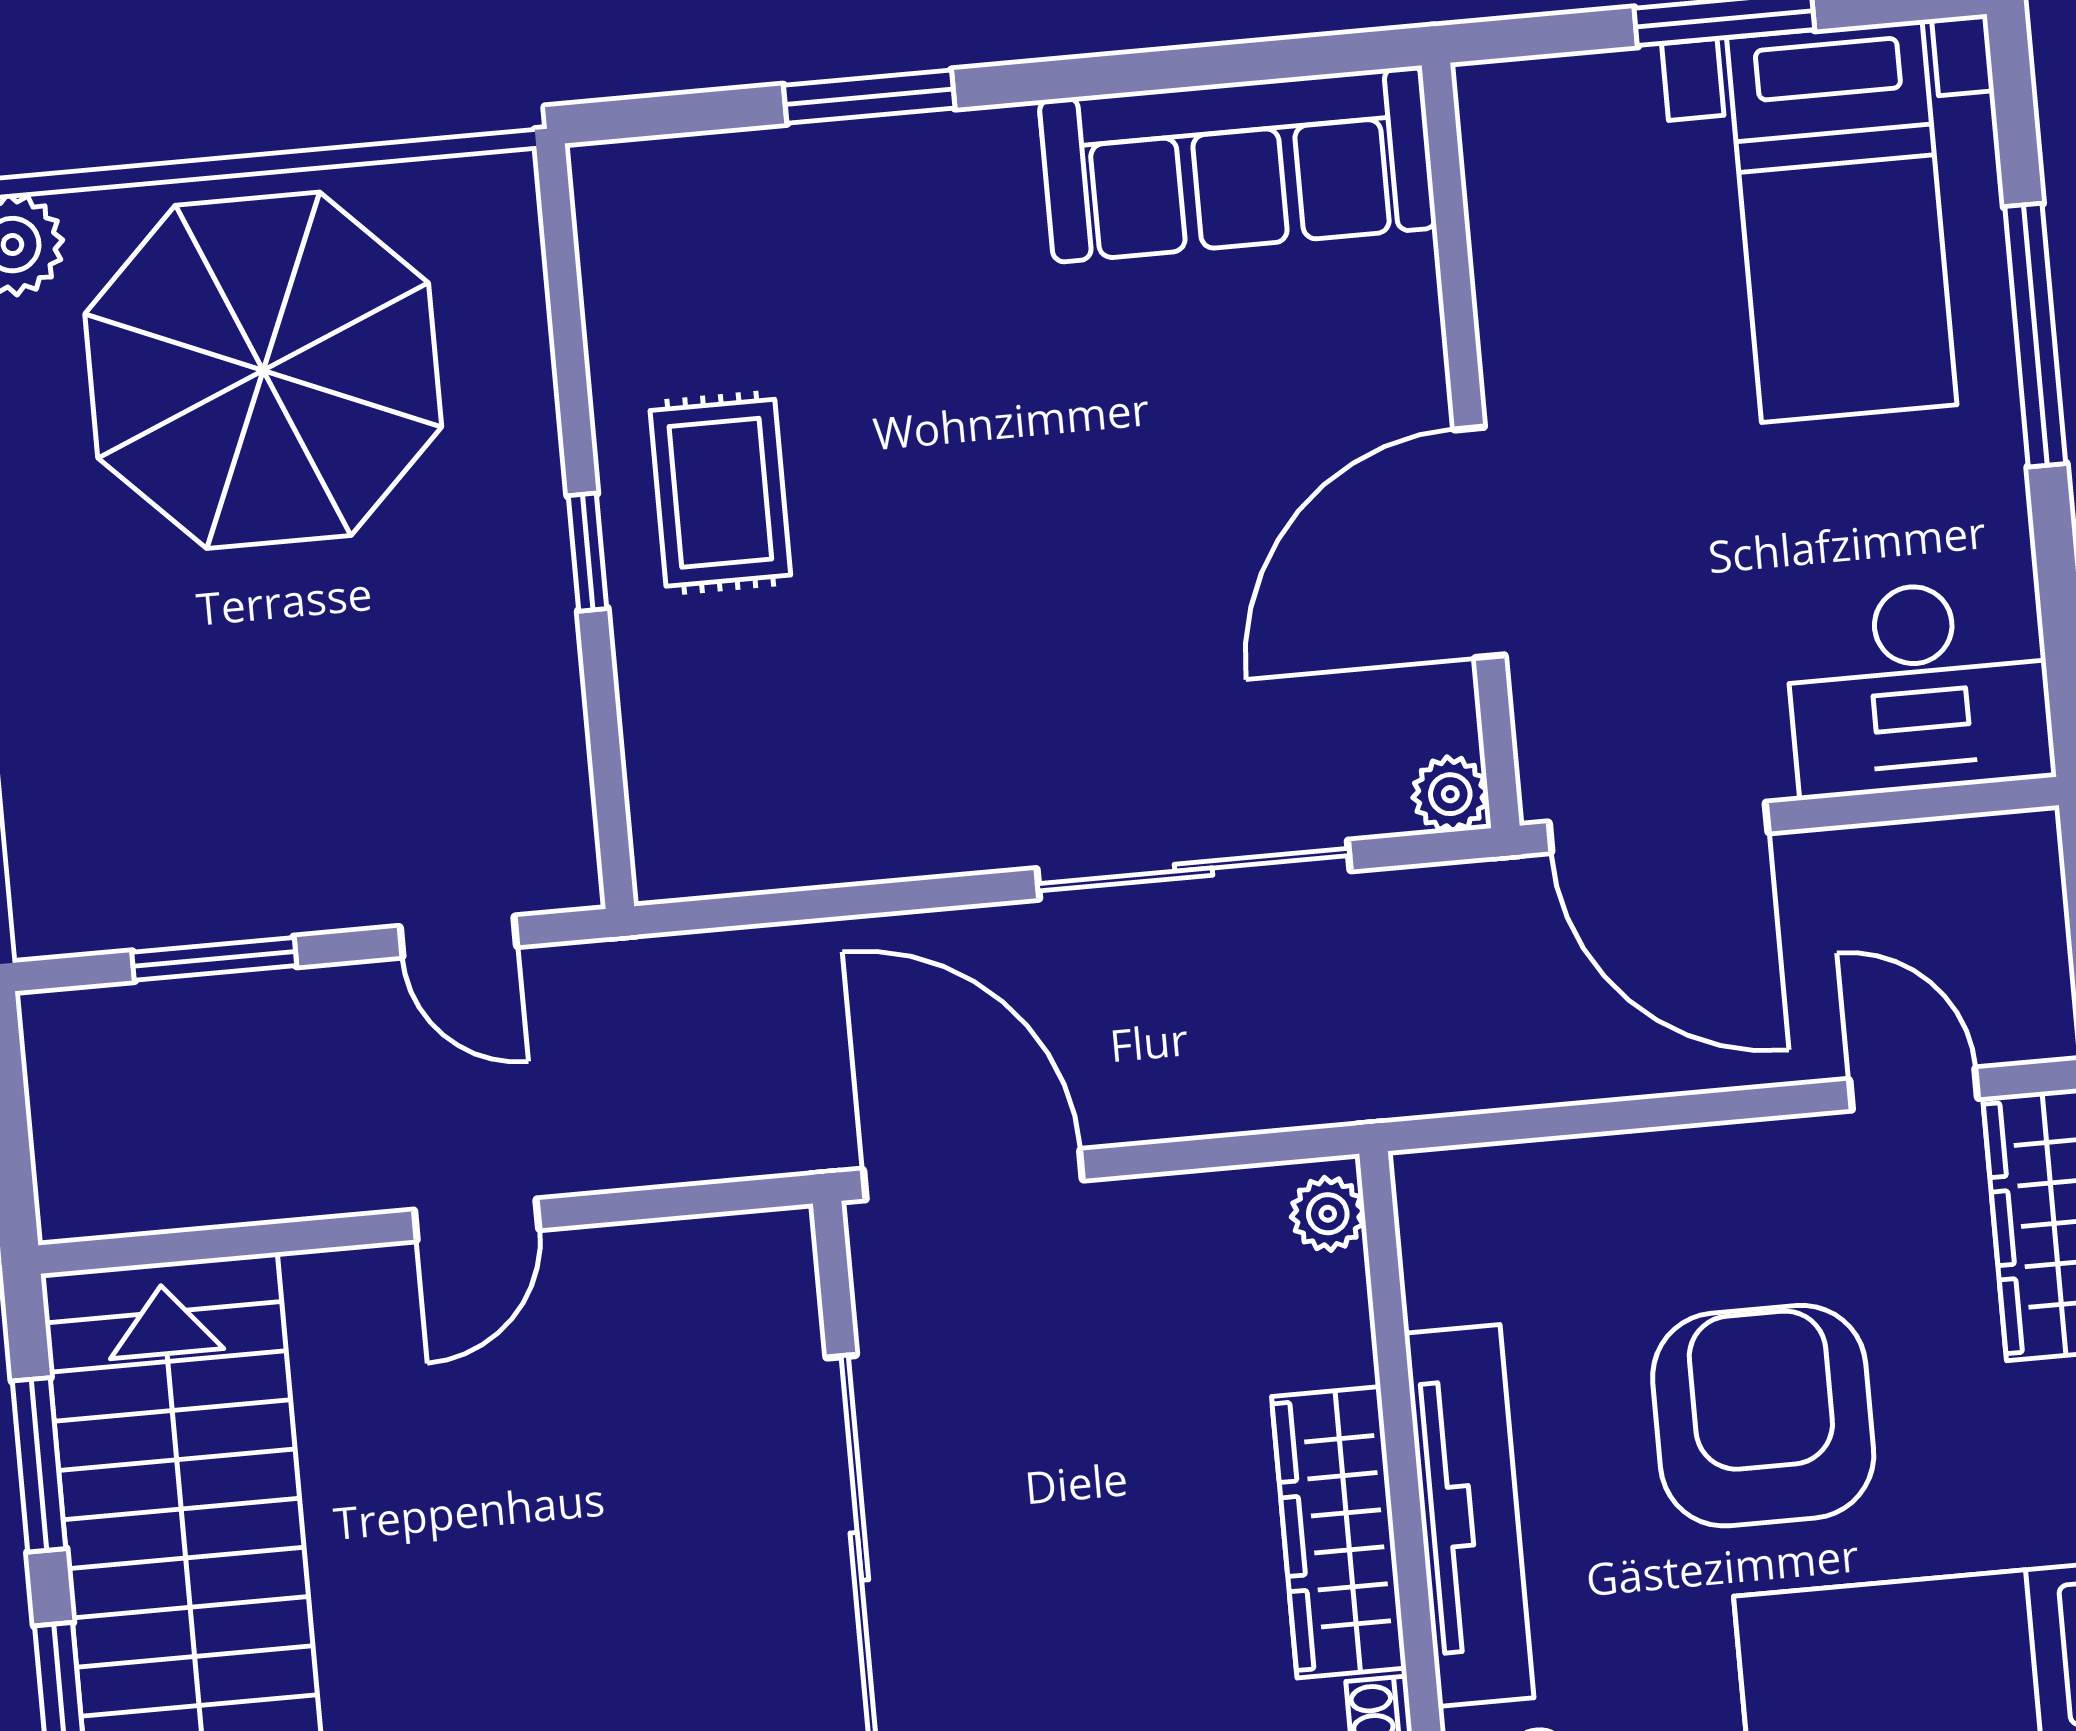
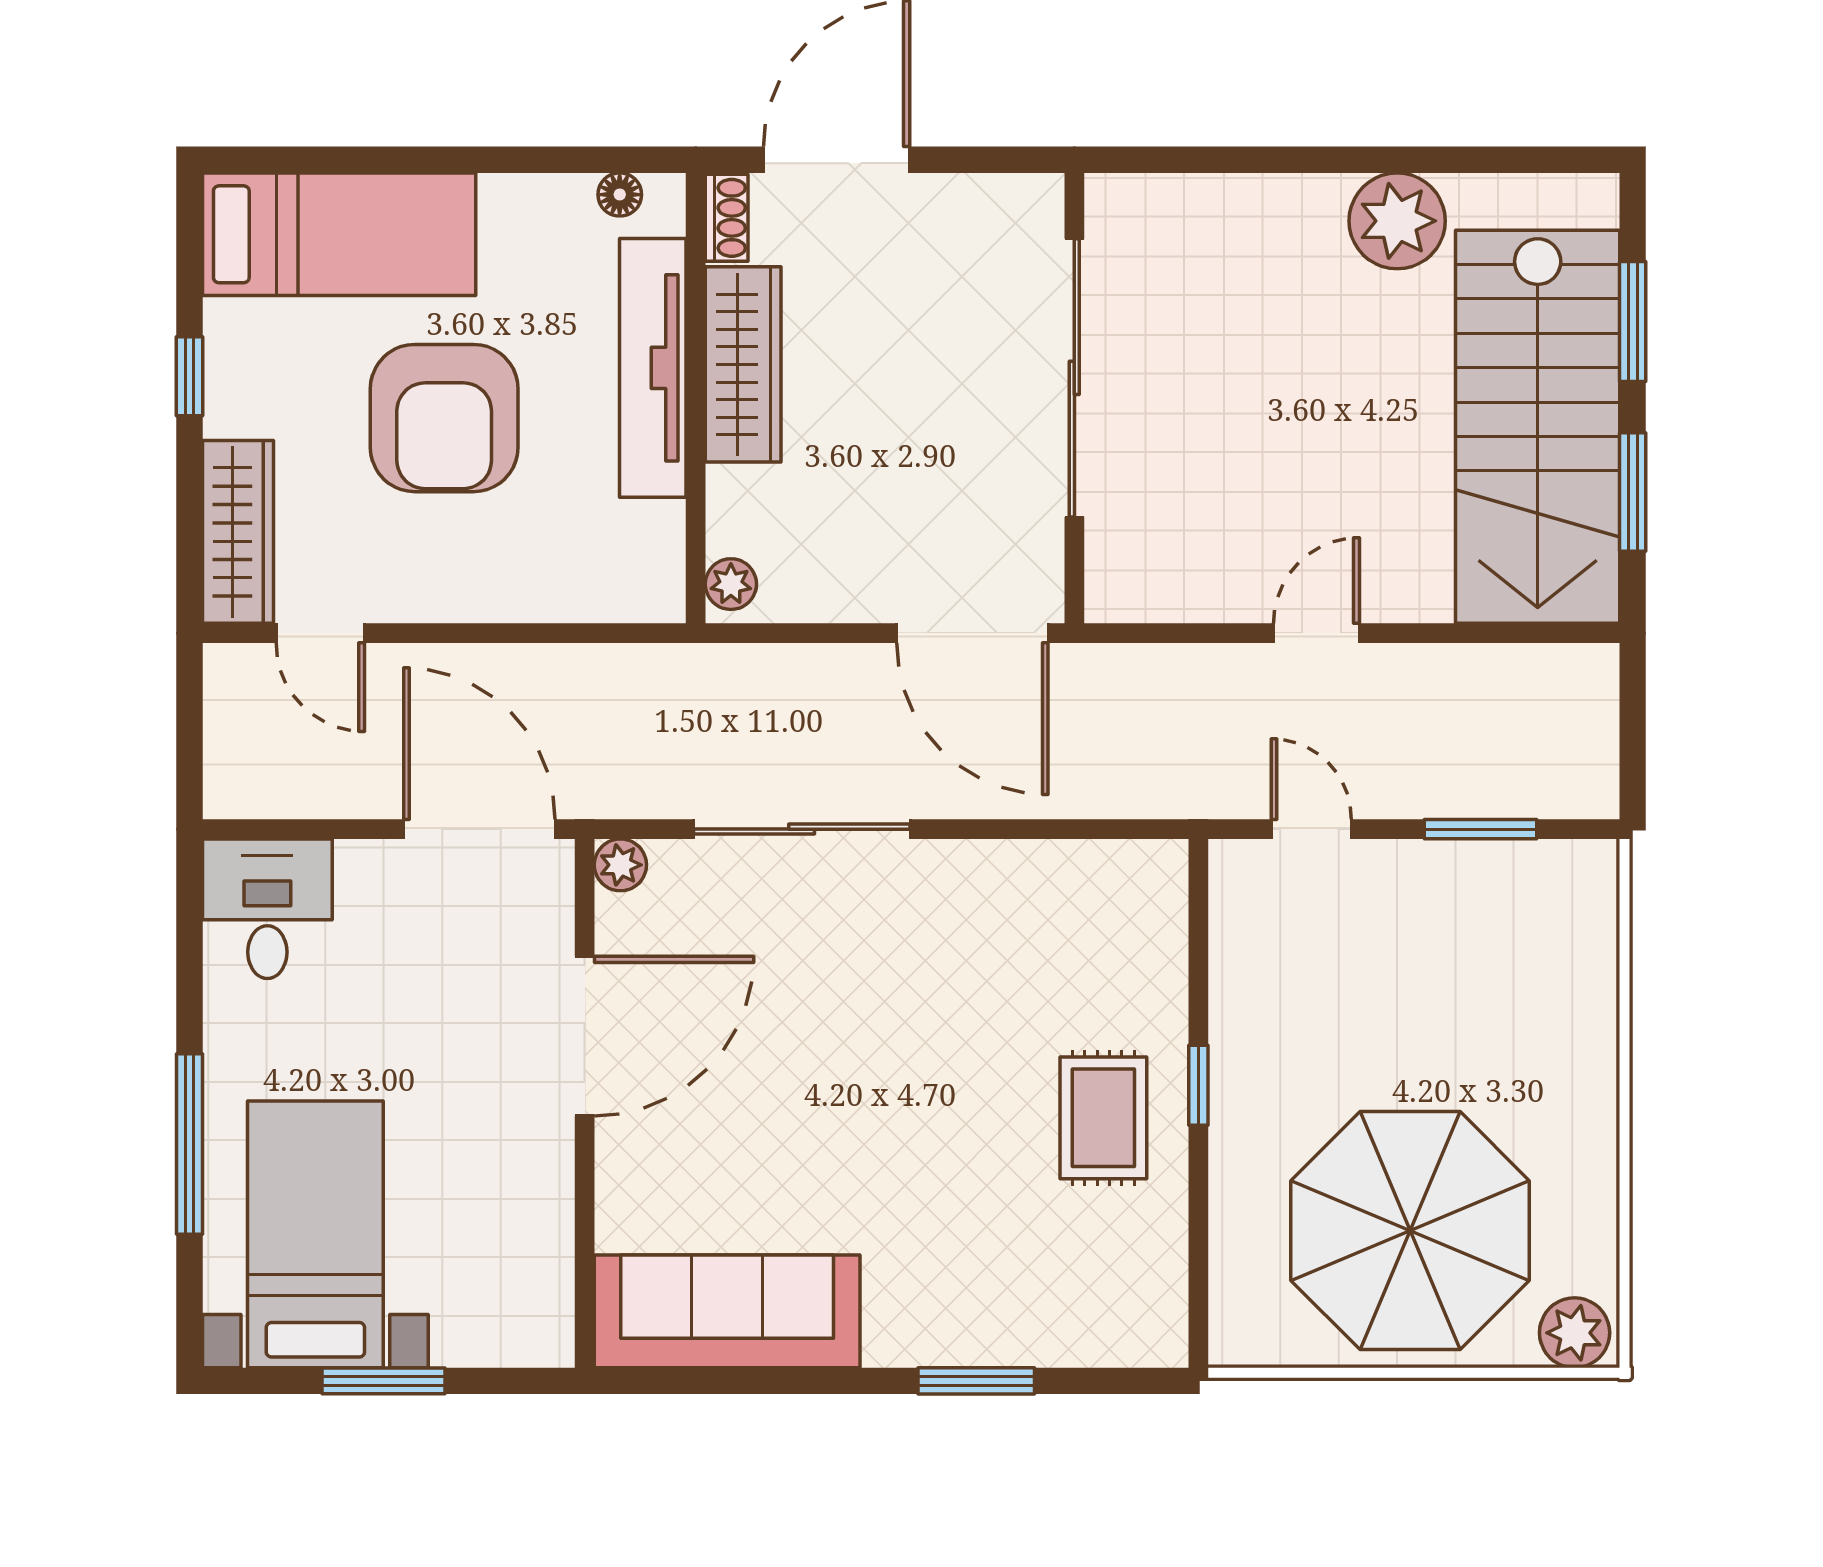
desk: (1919, 688) -> (267, 909), width x0.73

